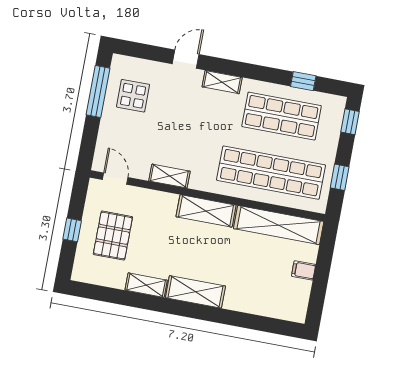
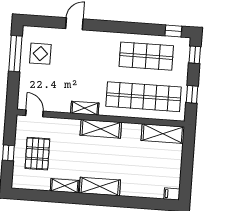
window: (303, 81) -> (173, 31), moved
shelving: (222, 82) -> (102, 37), removed
shelving: (169, 176) -> (85, 108), moved
shelving: (279, 225) -> (163, 134), width x0.68
filing cabinet: (304, 270) -> (172, 194), moved

